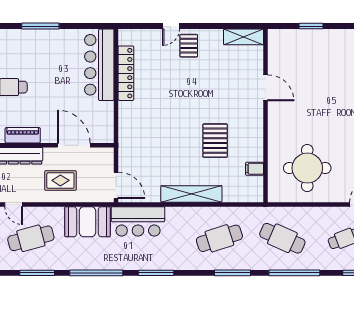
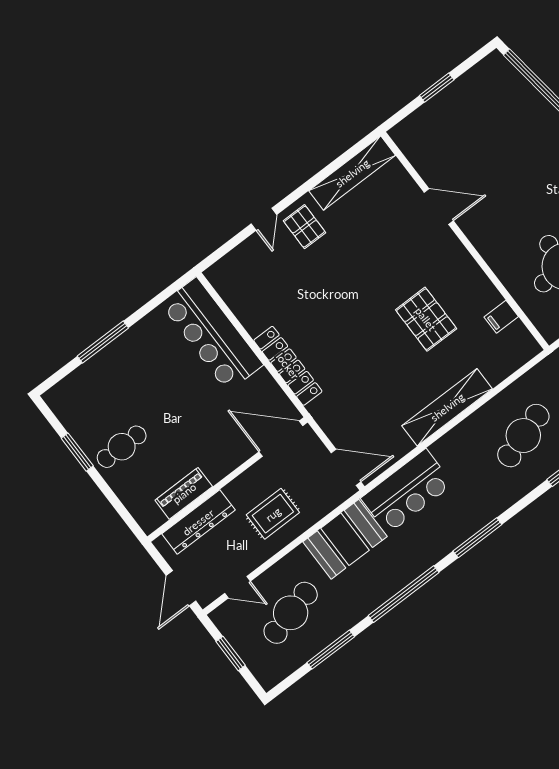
shelving: (244, 37) -> (352, 173), width x1.47
locker: (126, 73) -> (288, 366), moved
door: (74, 145) -> (281, 439), moved

